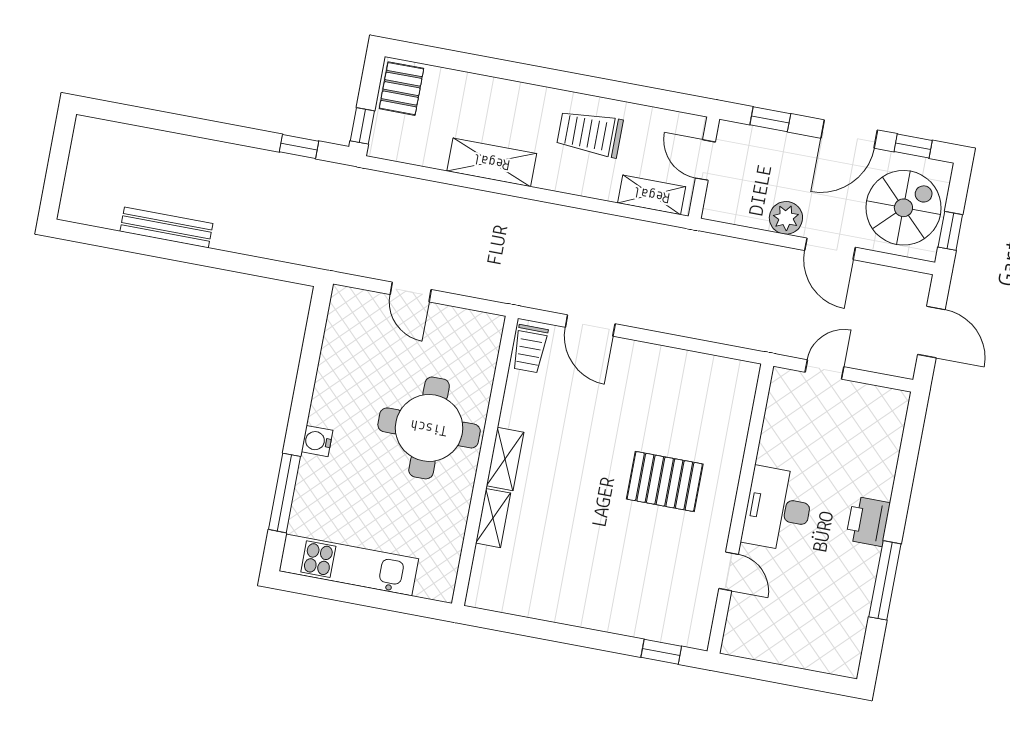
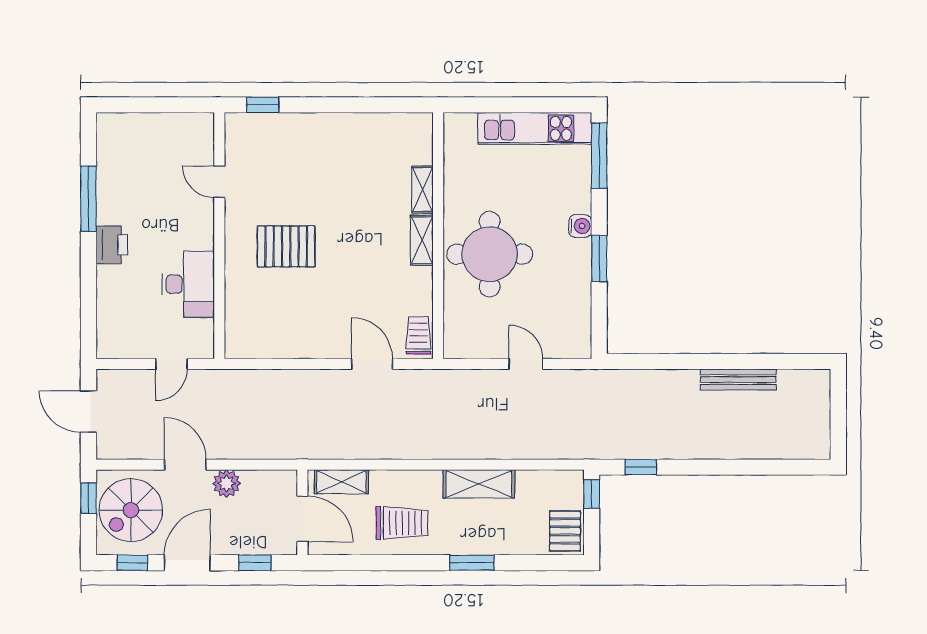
window: (517, 72) -> (472, 563), added
door: (705, 160) -> (302, 519), width x1.38
window: (302, 399) -> (599, 258), added
window: (285, 493) -> (599, 156), moved
desk: (778, 509) -> (188, 284), moved

